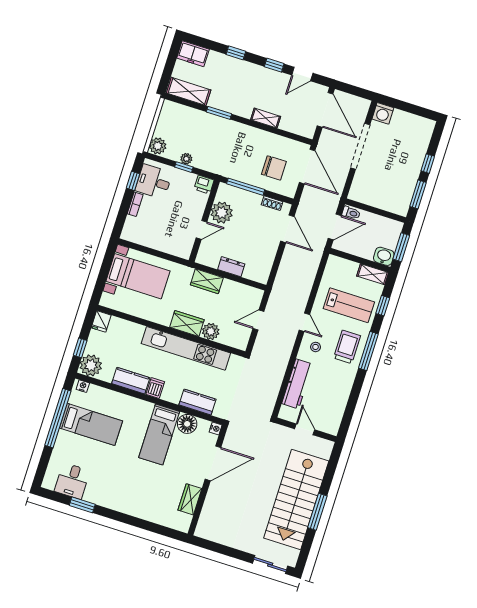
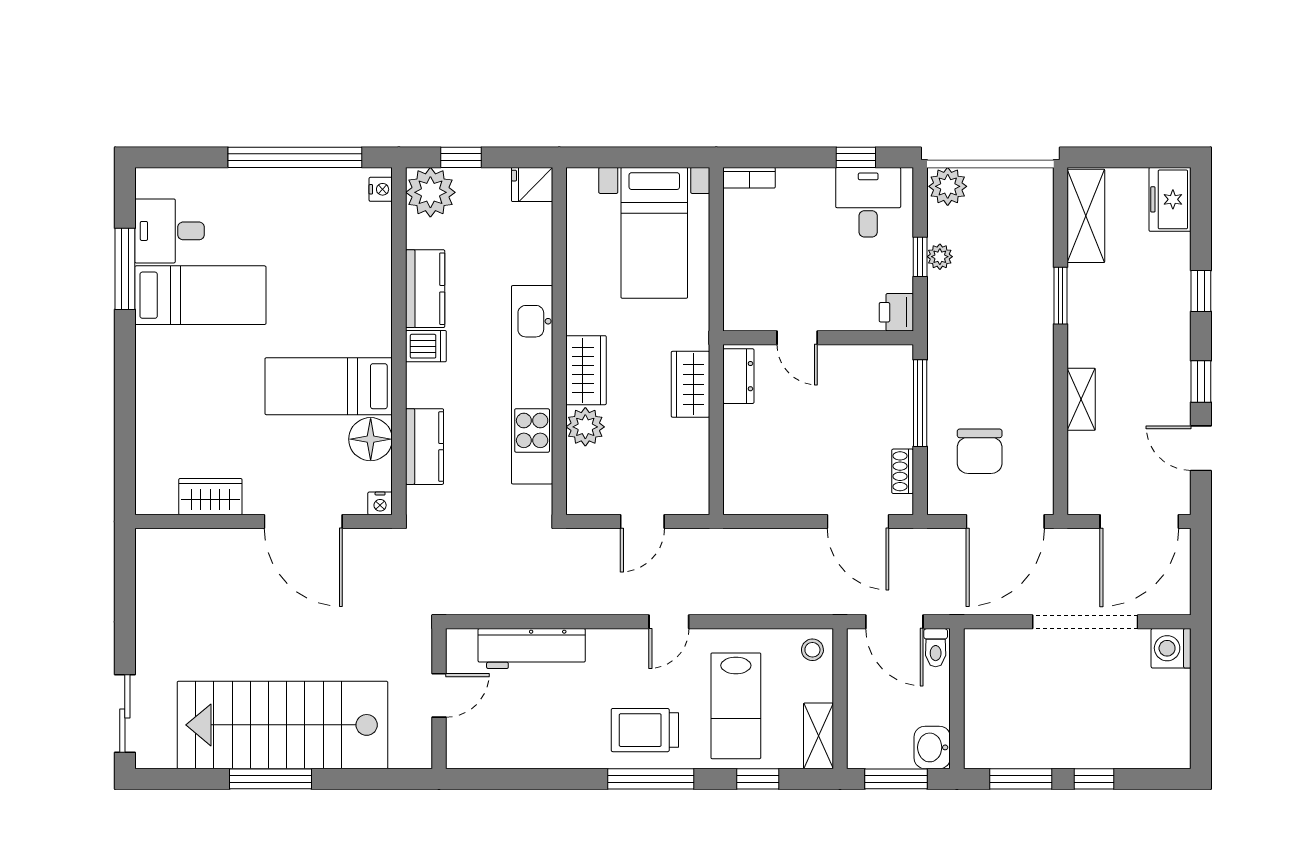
bookcase: (135, 204) -> (749, 178), moved
plant: (222, 213) -> (848, 369), removed
door: (287, 229) -> (858, 522), hinge flipped
washbasin: (384, 256) -> (932, 747), moved, turned 180
dresser: (231, 267) -> (738, 376), moved
door: (258, 320) -> (642, 522), swing flipped
stool: (316, 347) -> (812, 650), moved
trolley: (347, 347) -> (645, 730), turned 180
bed: (91, 424) -> (200, 295), moved, turned -90
window: (82, 505) -> (125, 269), width x1.44

